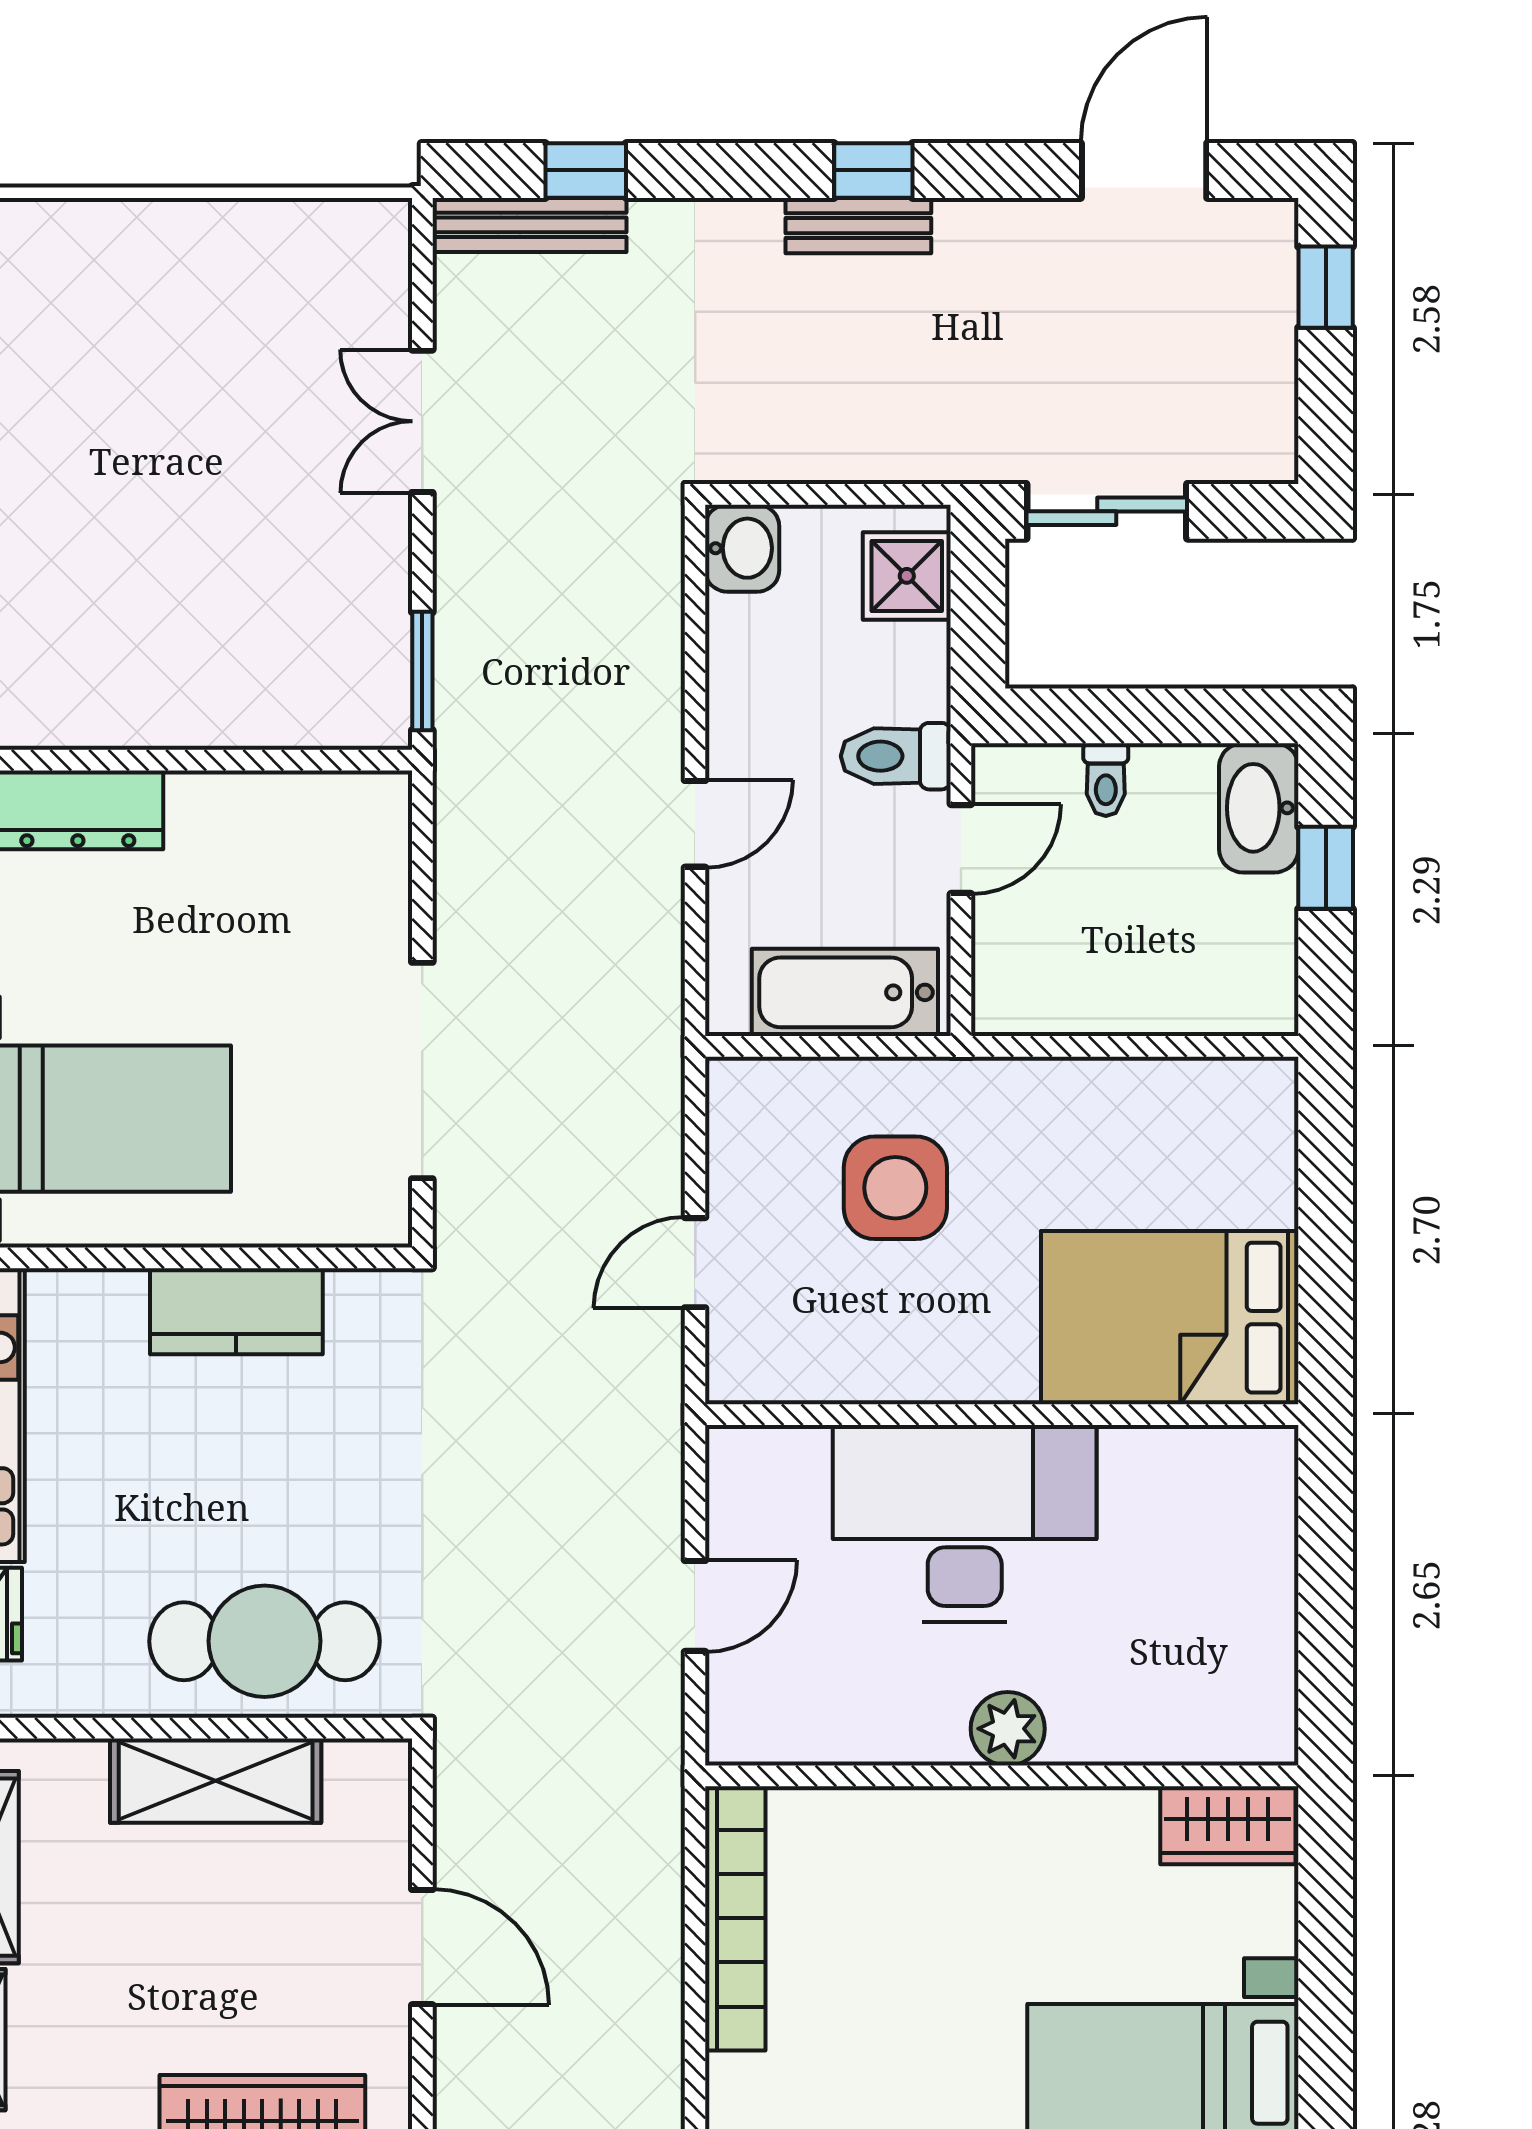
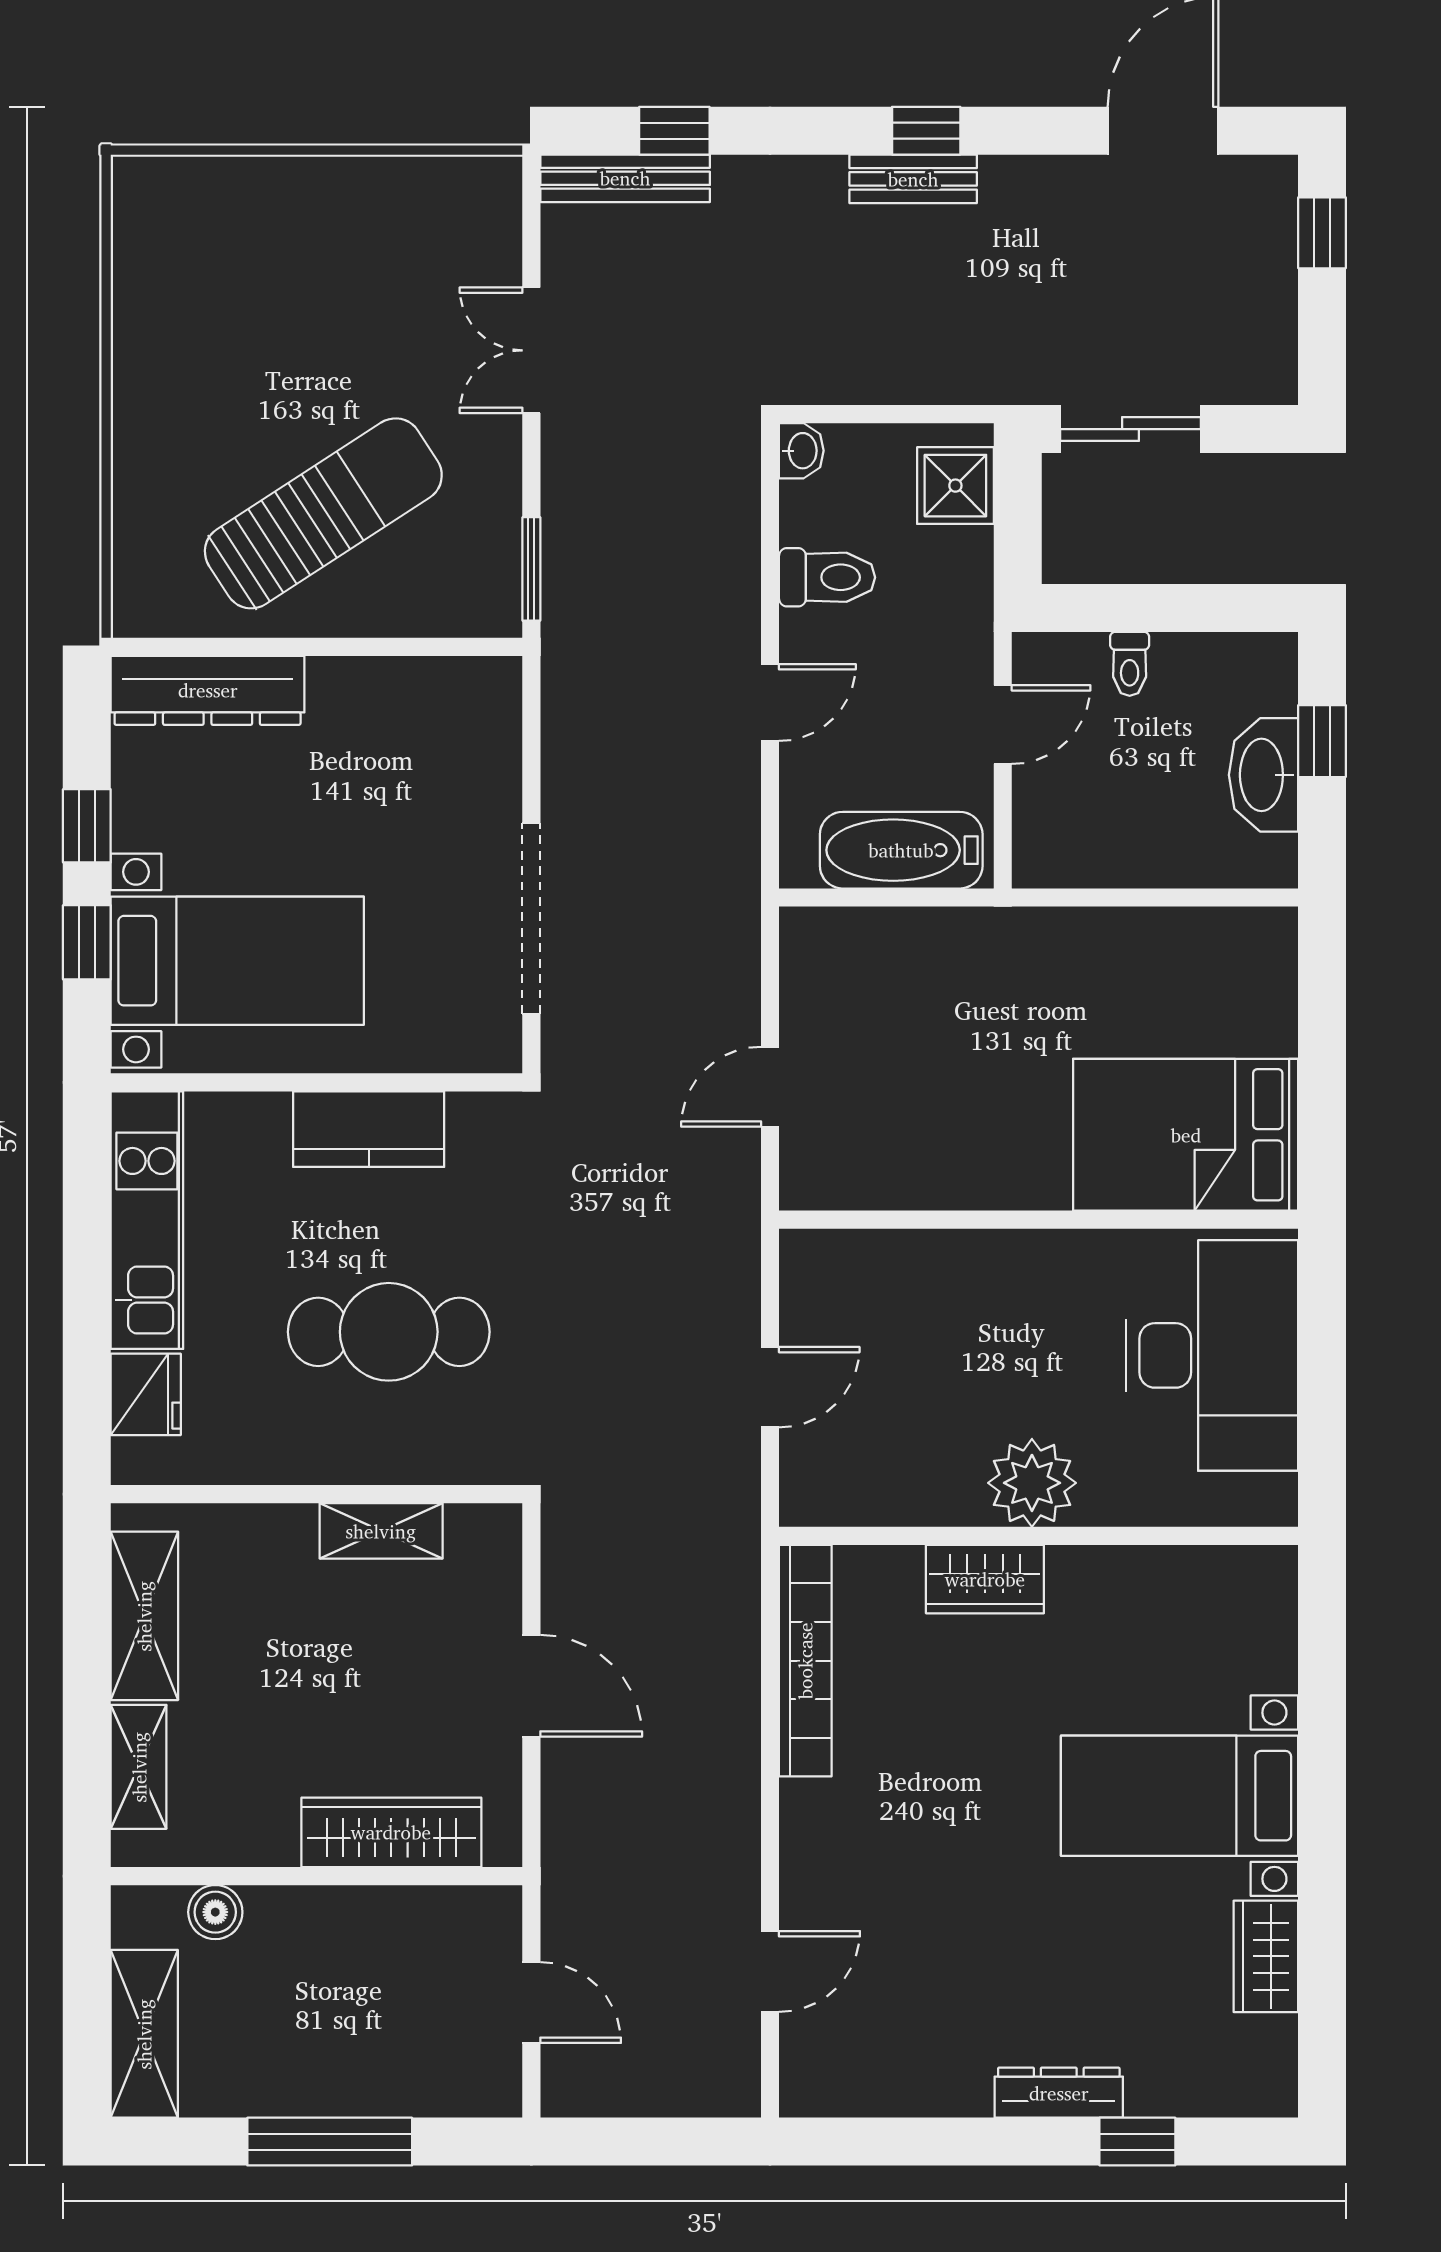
washbasin: (742, 548) -> (801, 451), width x0.72, depth x0.69
sun lounger: (185, 608) -> (323, 513), added
toilet: (896, 756) -> (827, 577), moved, turned 180
washbasin: (1259, 808) -> (1264, 775), moved
side table: (895, 1188) -> (945, 1021), removed
desk: (965, 1523) -> (1212, 1355), moved, turned 90
cafe table: (265, 1641) -> (389, 1332), moved
plant: (1008, 1729) -> (1032, 1483), width x1.36, depth x1.36
shelving: (216, 1781) -> (381, 1531), width x0.67, depth x0.75
wardrobe: (1228, 1825) -> (985, 1579), moved

